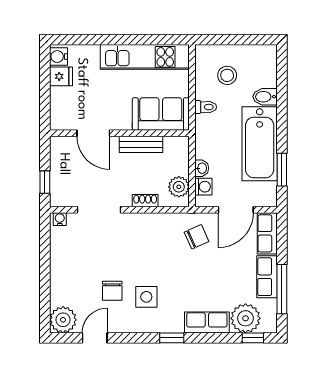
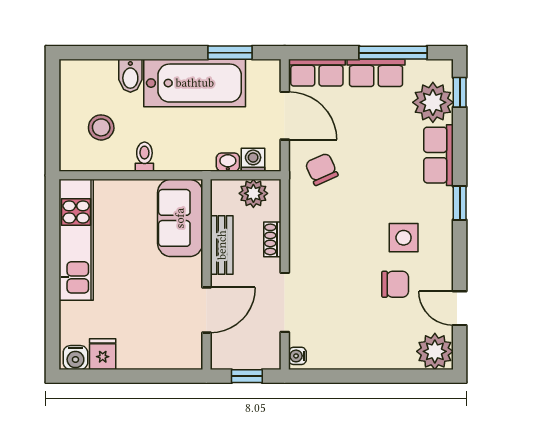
sofa: (161, 114) -> (180, 218), moved
door: (93, 133) -> (206, 310), moved
wall: (119, 133) -> (206, 274), moved
bench: (141, 144) -> (222, 245), moved

